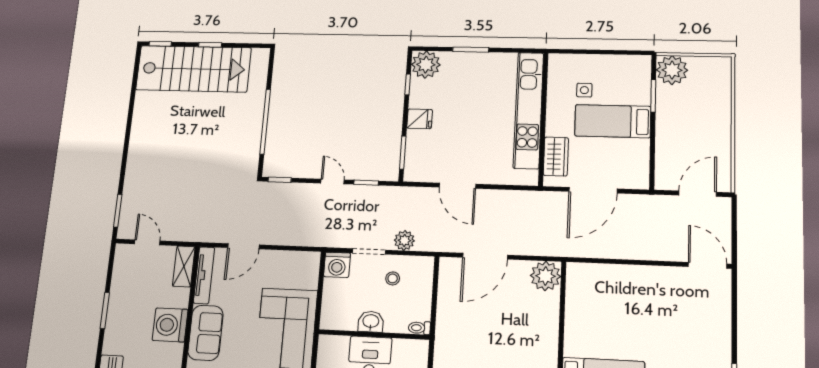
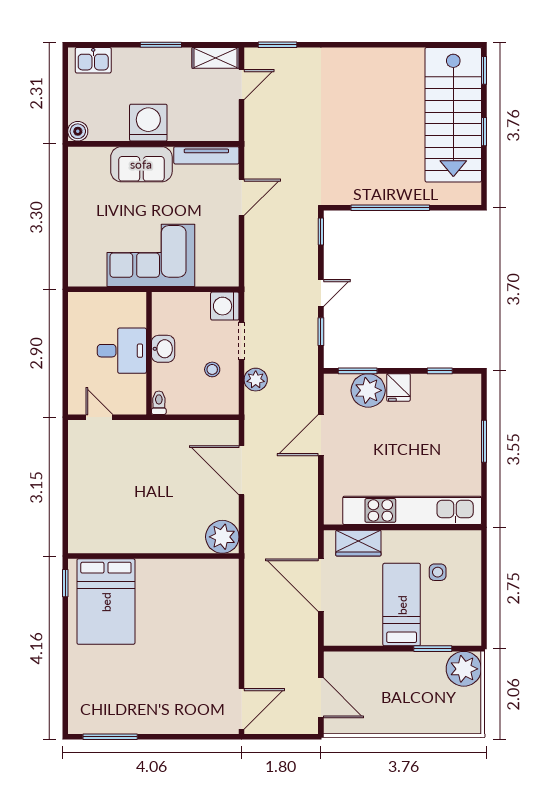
plant: (426, 65) -> (368, 390), moved
door: (243, 246) -> (242, 197), swing flipped
shelving: (184, 266) -> (215, 58), moved

